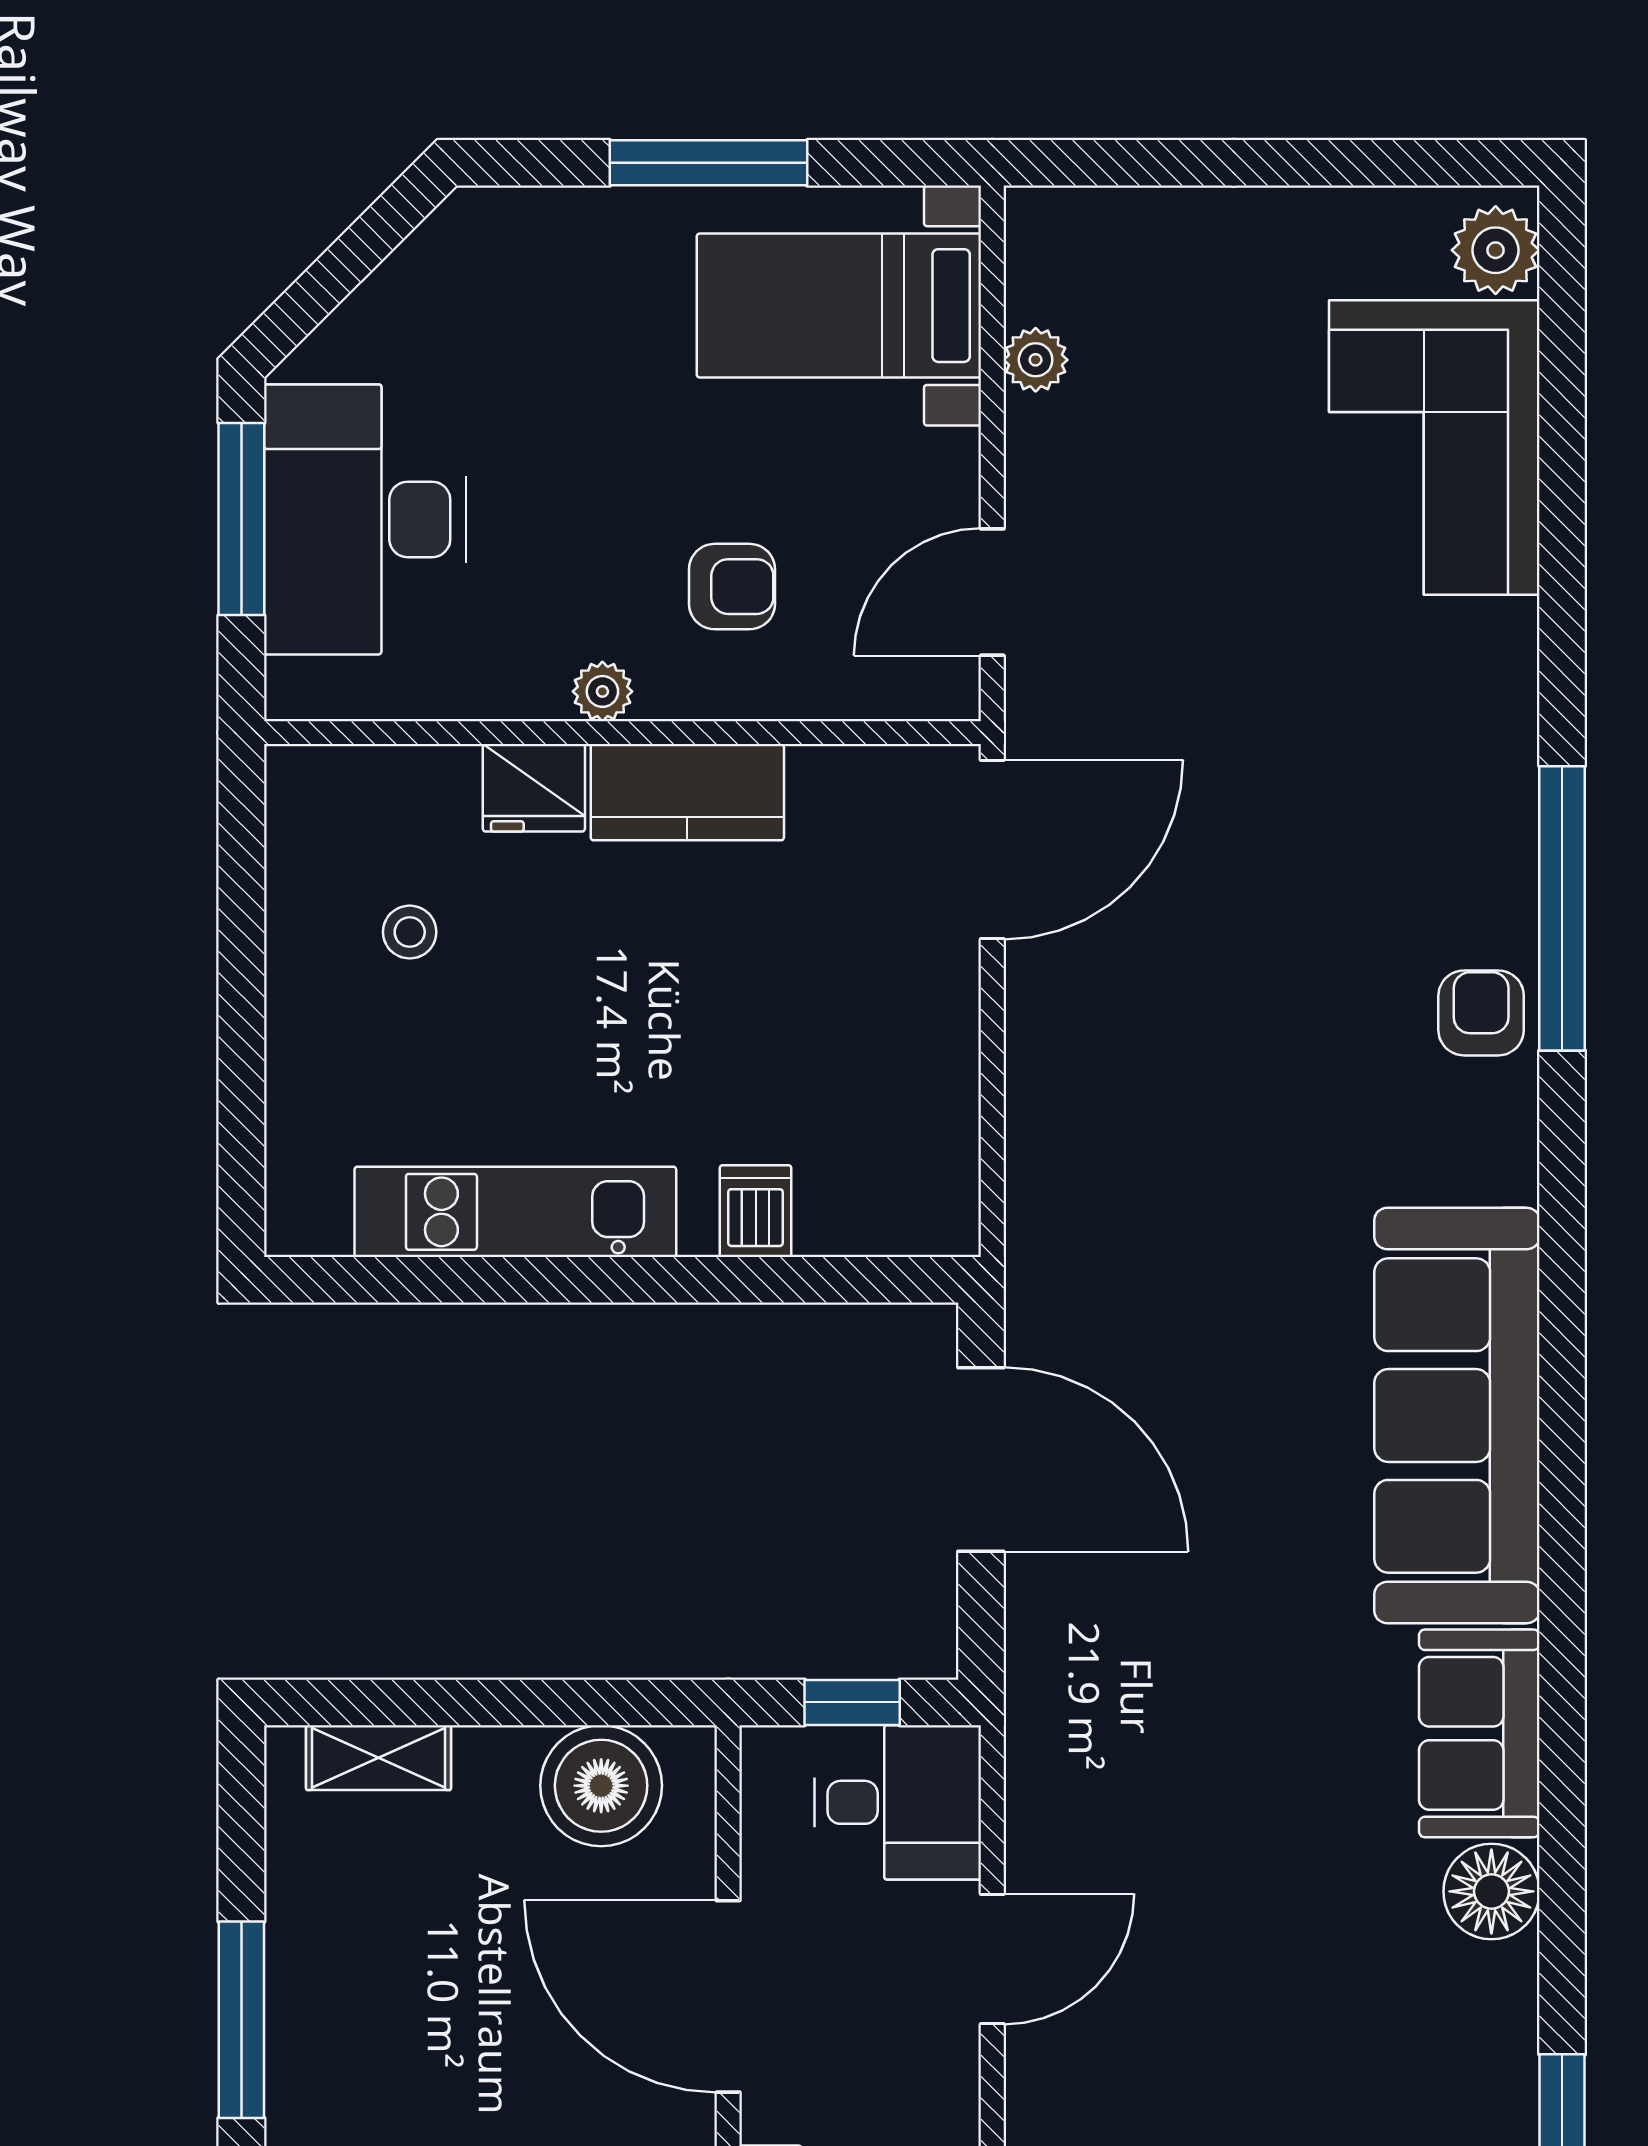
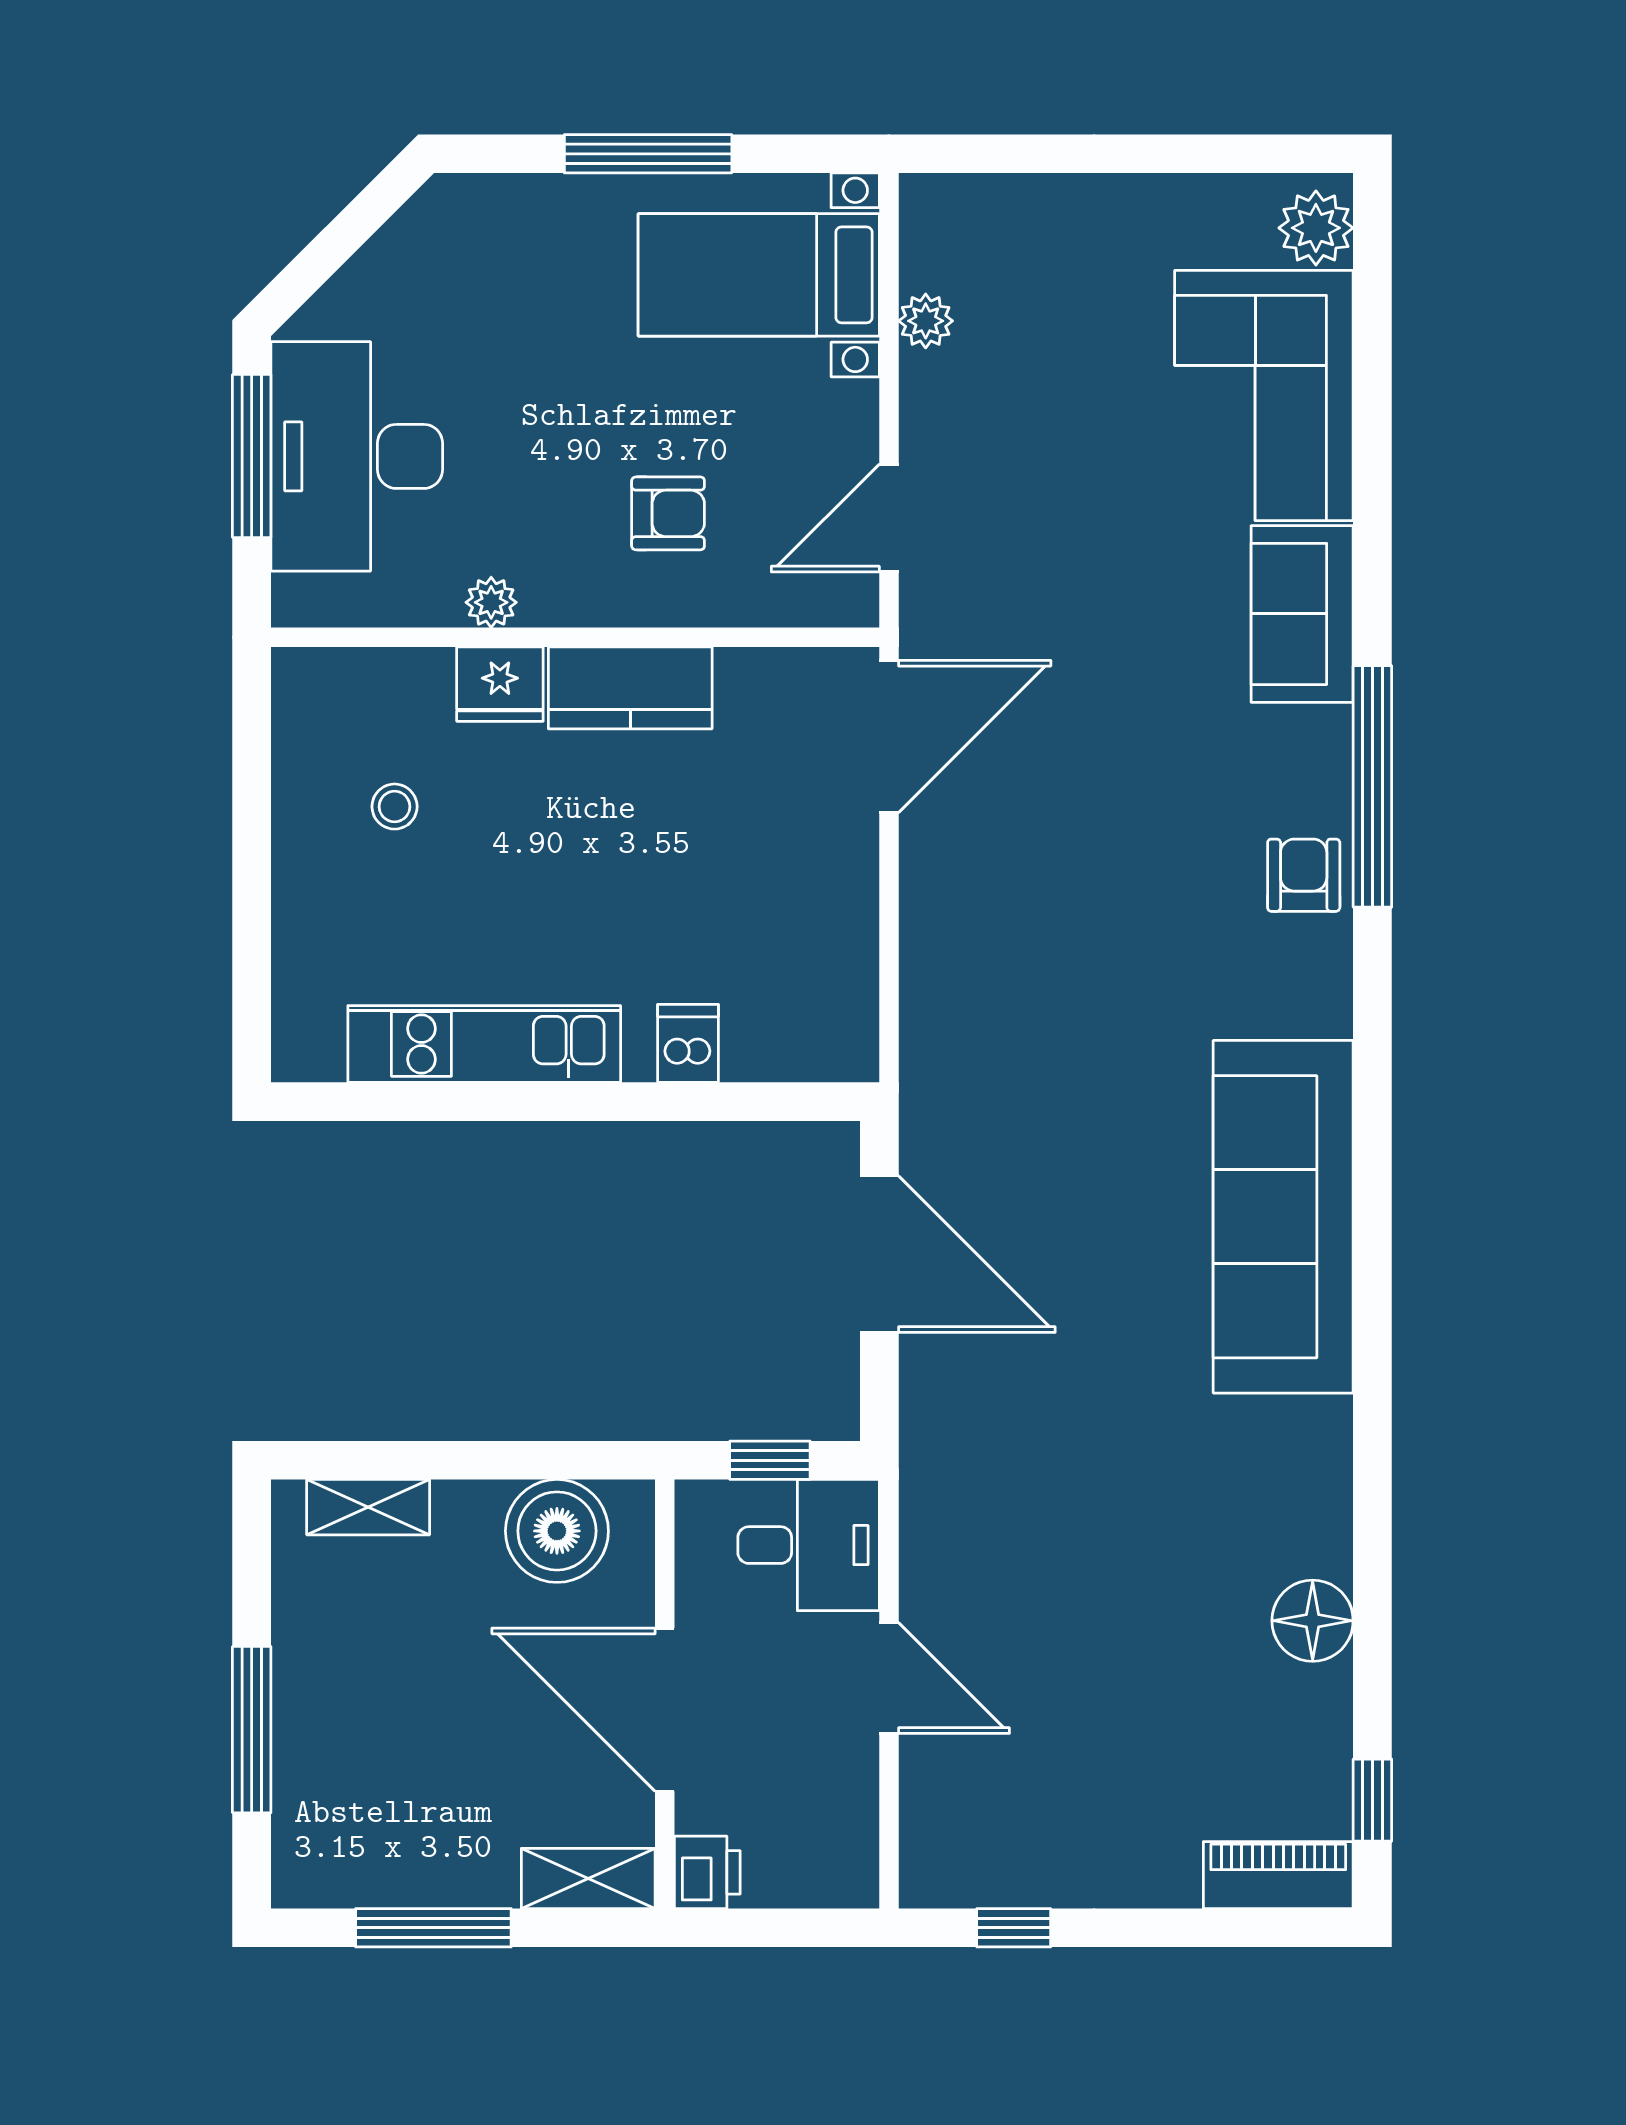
plant: (602, 691) -> (491, 602), moved
sofa: (1479, 1733) -> (1302, 614), moved
door: (992, 1959) -> (889, 1678), hinge flipped

